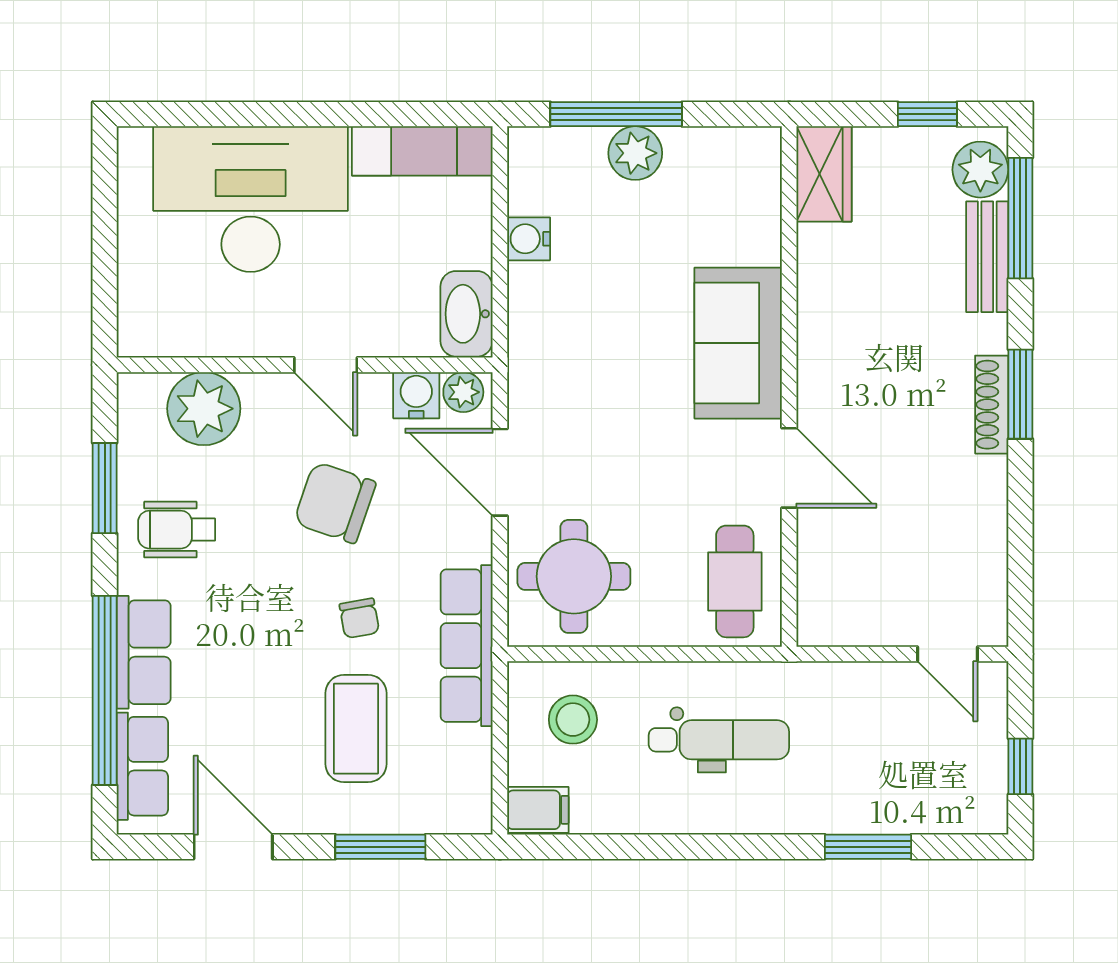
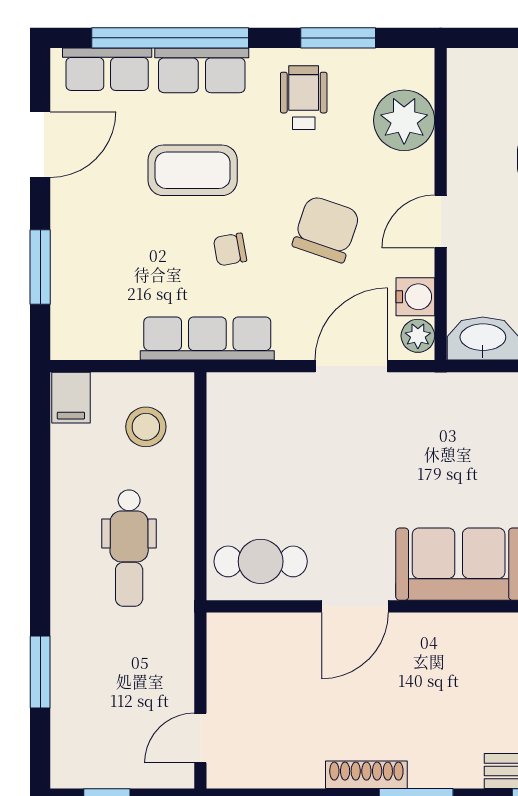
shoe rack: (992, 405) -> (366, 775), moved
round table: (574, 576) -> (265, 428), removed
coffee table: (356, 729) -> (193, 170), moved

